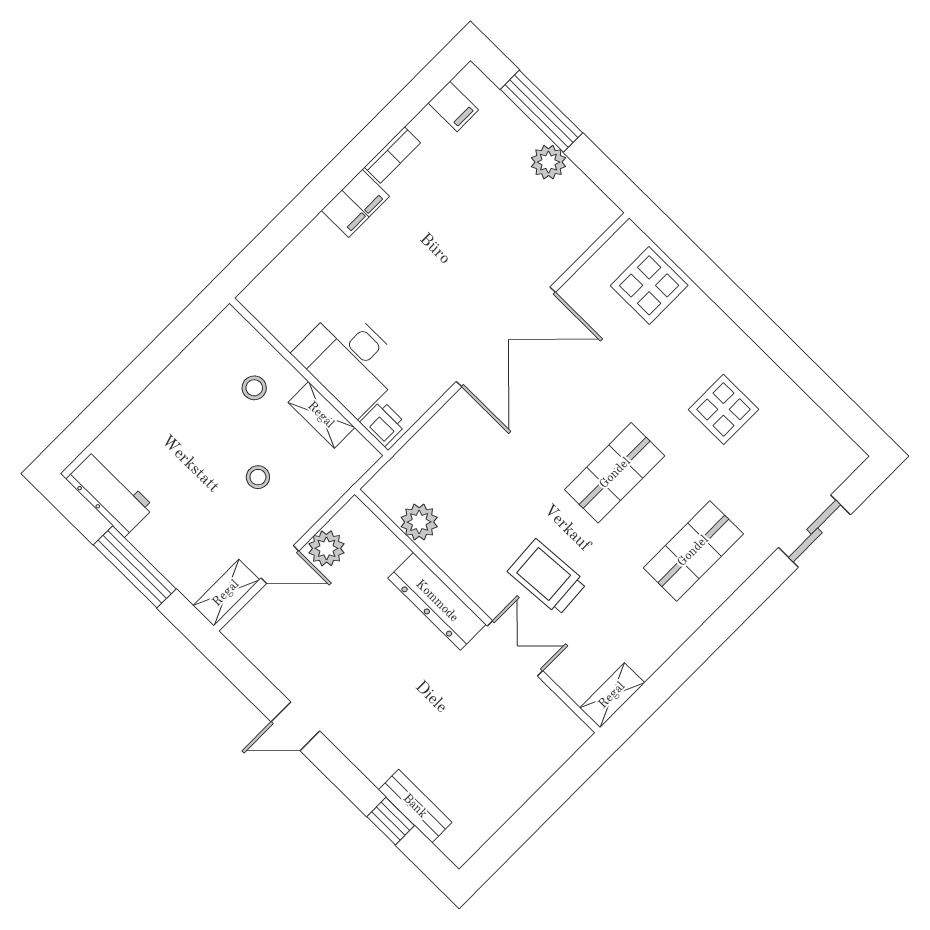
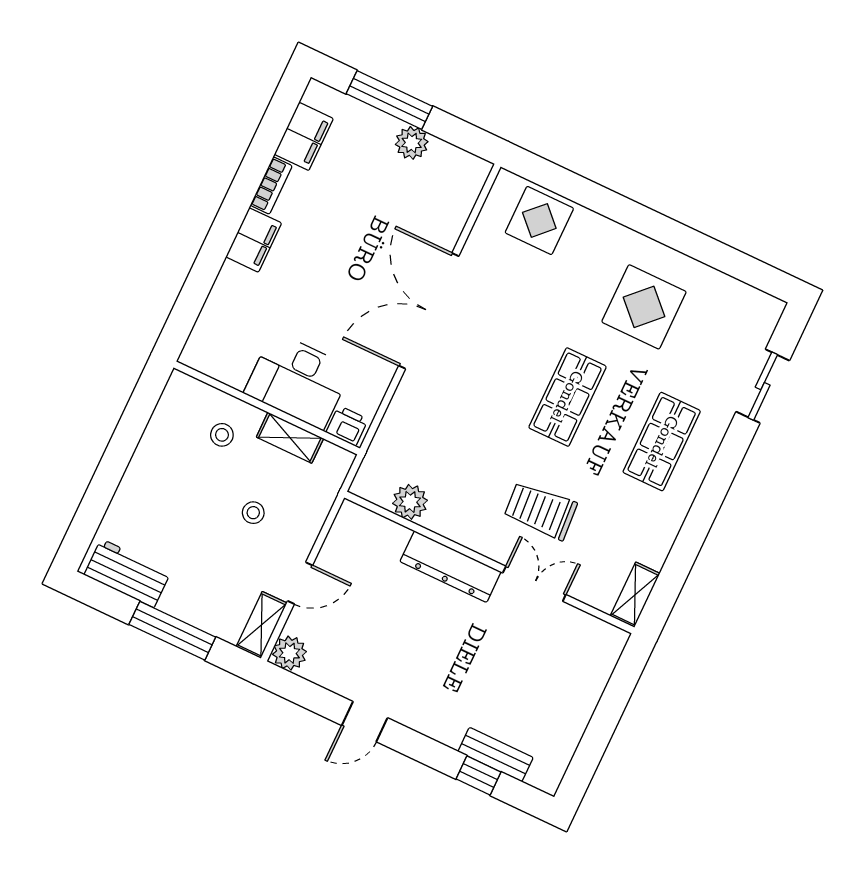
filing cabinet: (453, 106) -> (304, 136), width x2.00
double door: (506, 337) -> (429, 311), swing flipped
display table: (723, 409) -> (644, 307), width x1.36, depth x1.36
plant: (326, 548) -> (290, 653), moved

